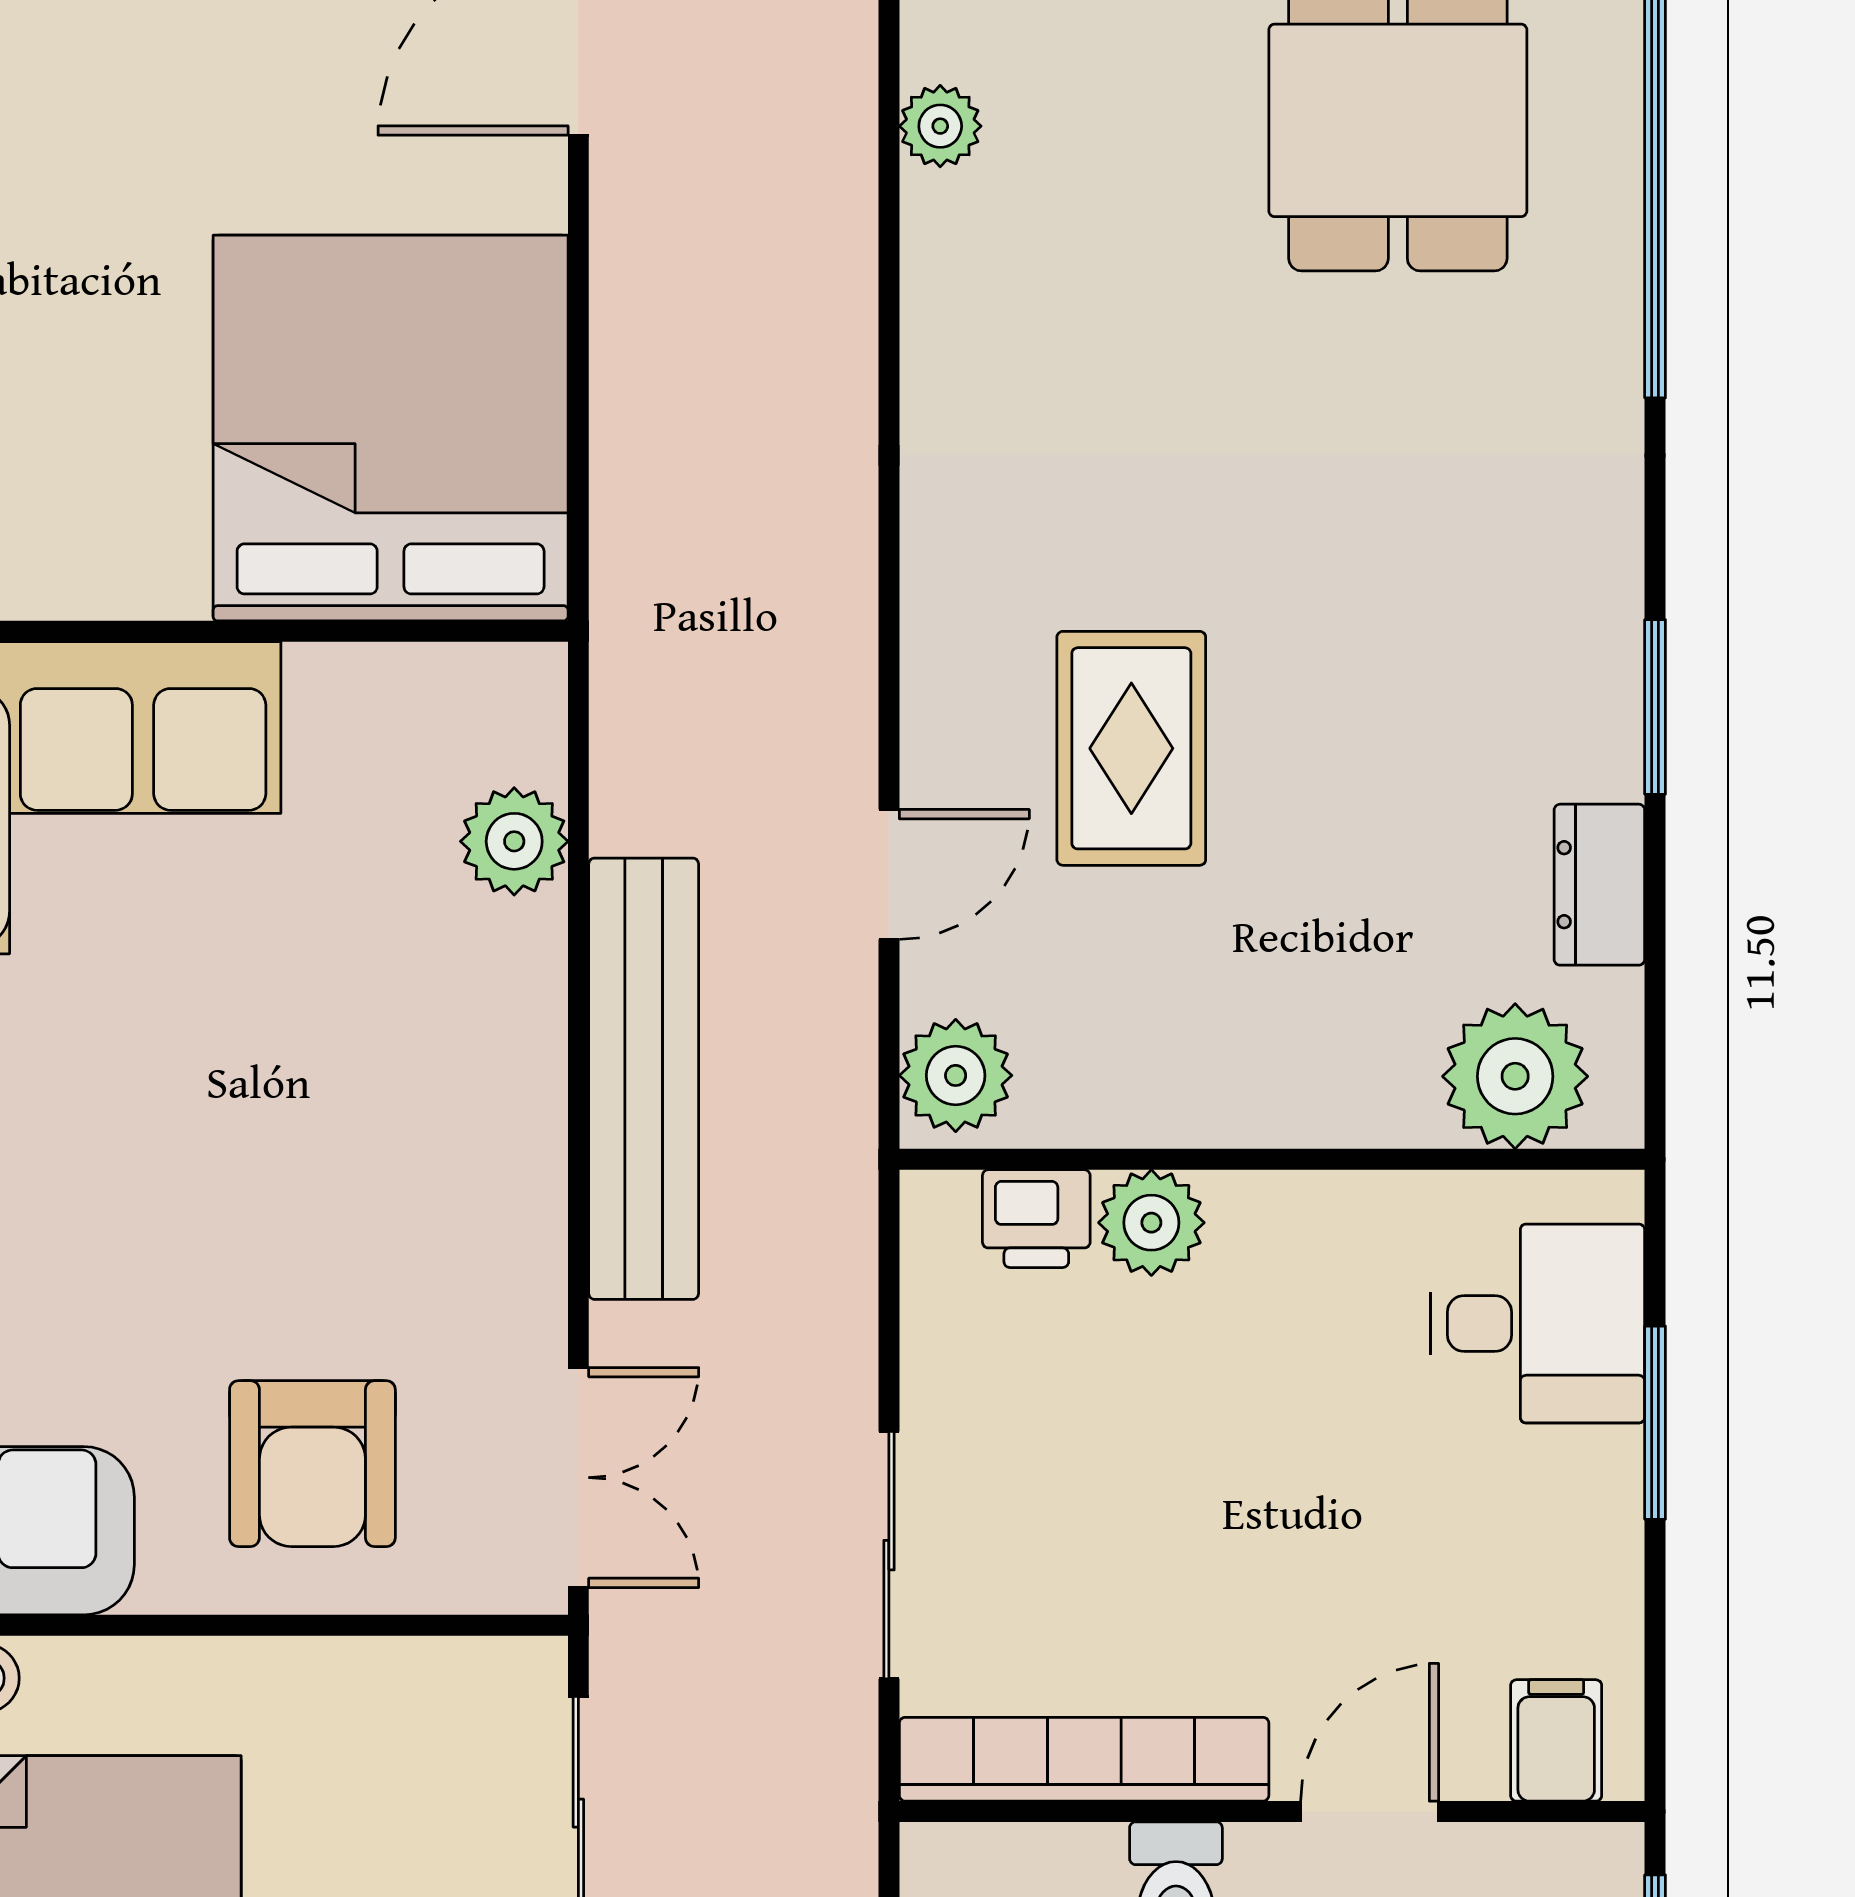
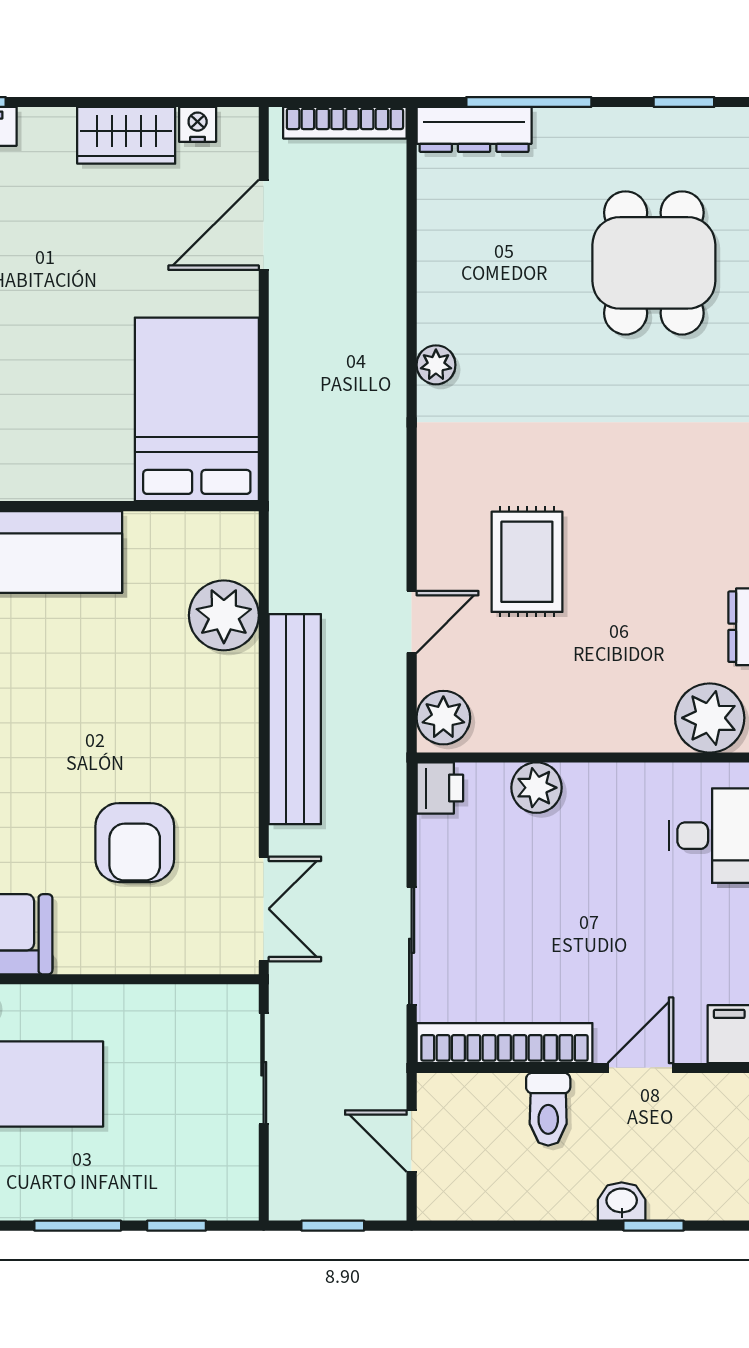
plant: (940, 126) -> (436, 365), moved
bed: (391, 428) -> (197, 409), width x0.73
plant: (514, 841) -> (224, 615), width x1.36, depth x1.36
printer: (1036, 1219) -> (440, 788), moved, turned -90
armchair: (312, 1464) -> (135, 843), moved

